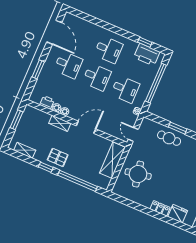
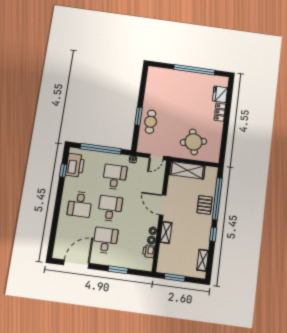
desk: (108, 50) -> (80, 204), turned 180
pallet: (58, 157) -> (205, 205), moved

